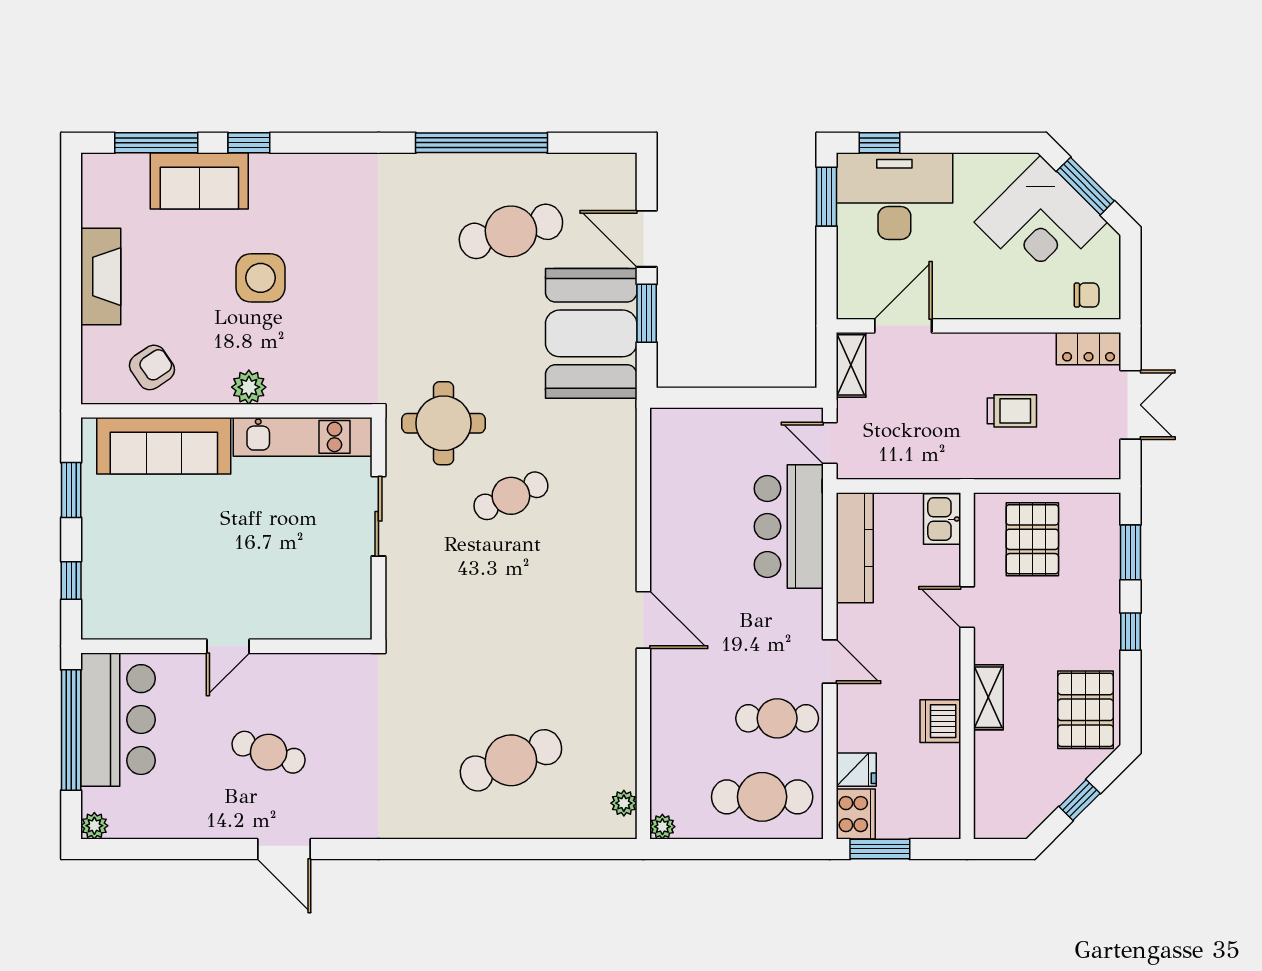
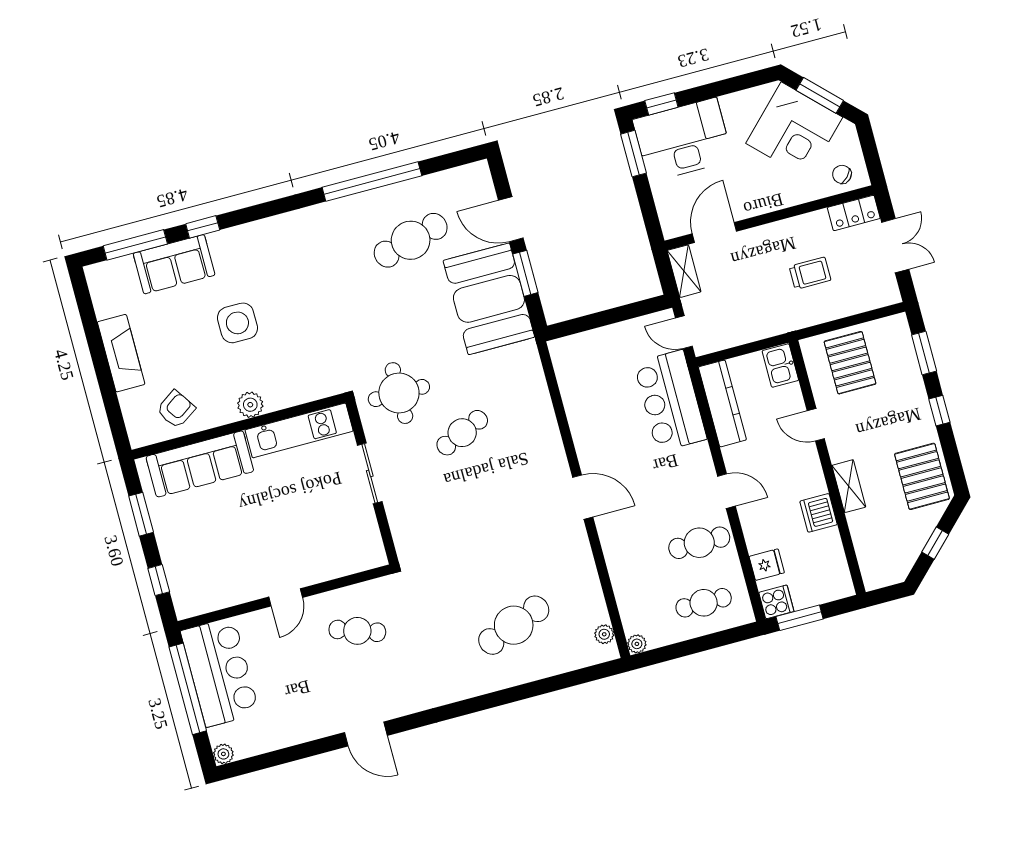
chair: (1087, 295) -> (842, 174), turned -136
cafe table: (269, 752) -> (357, 631), moved
cafe table: (762, 797) -> (704, 603), width x0.73, depth x0.74
cooker: (856, 814) -> (776, 602), width x0.73

